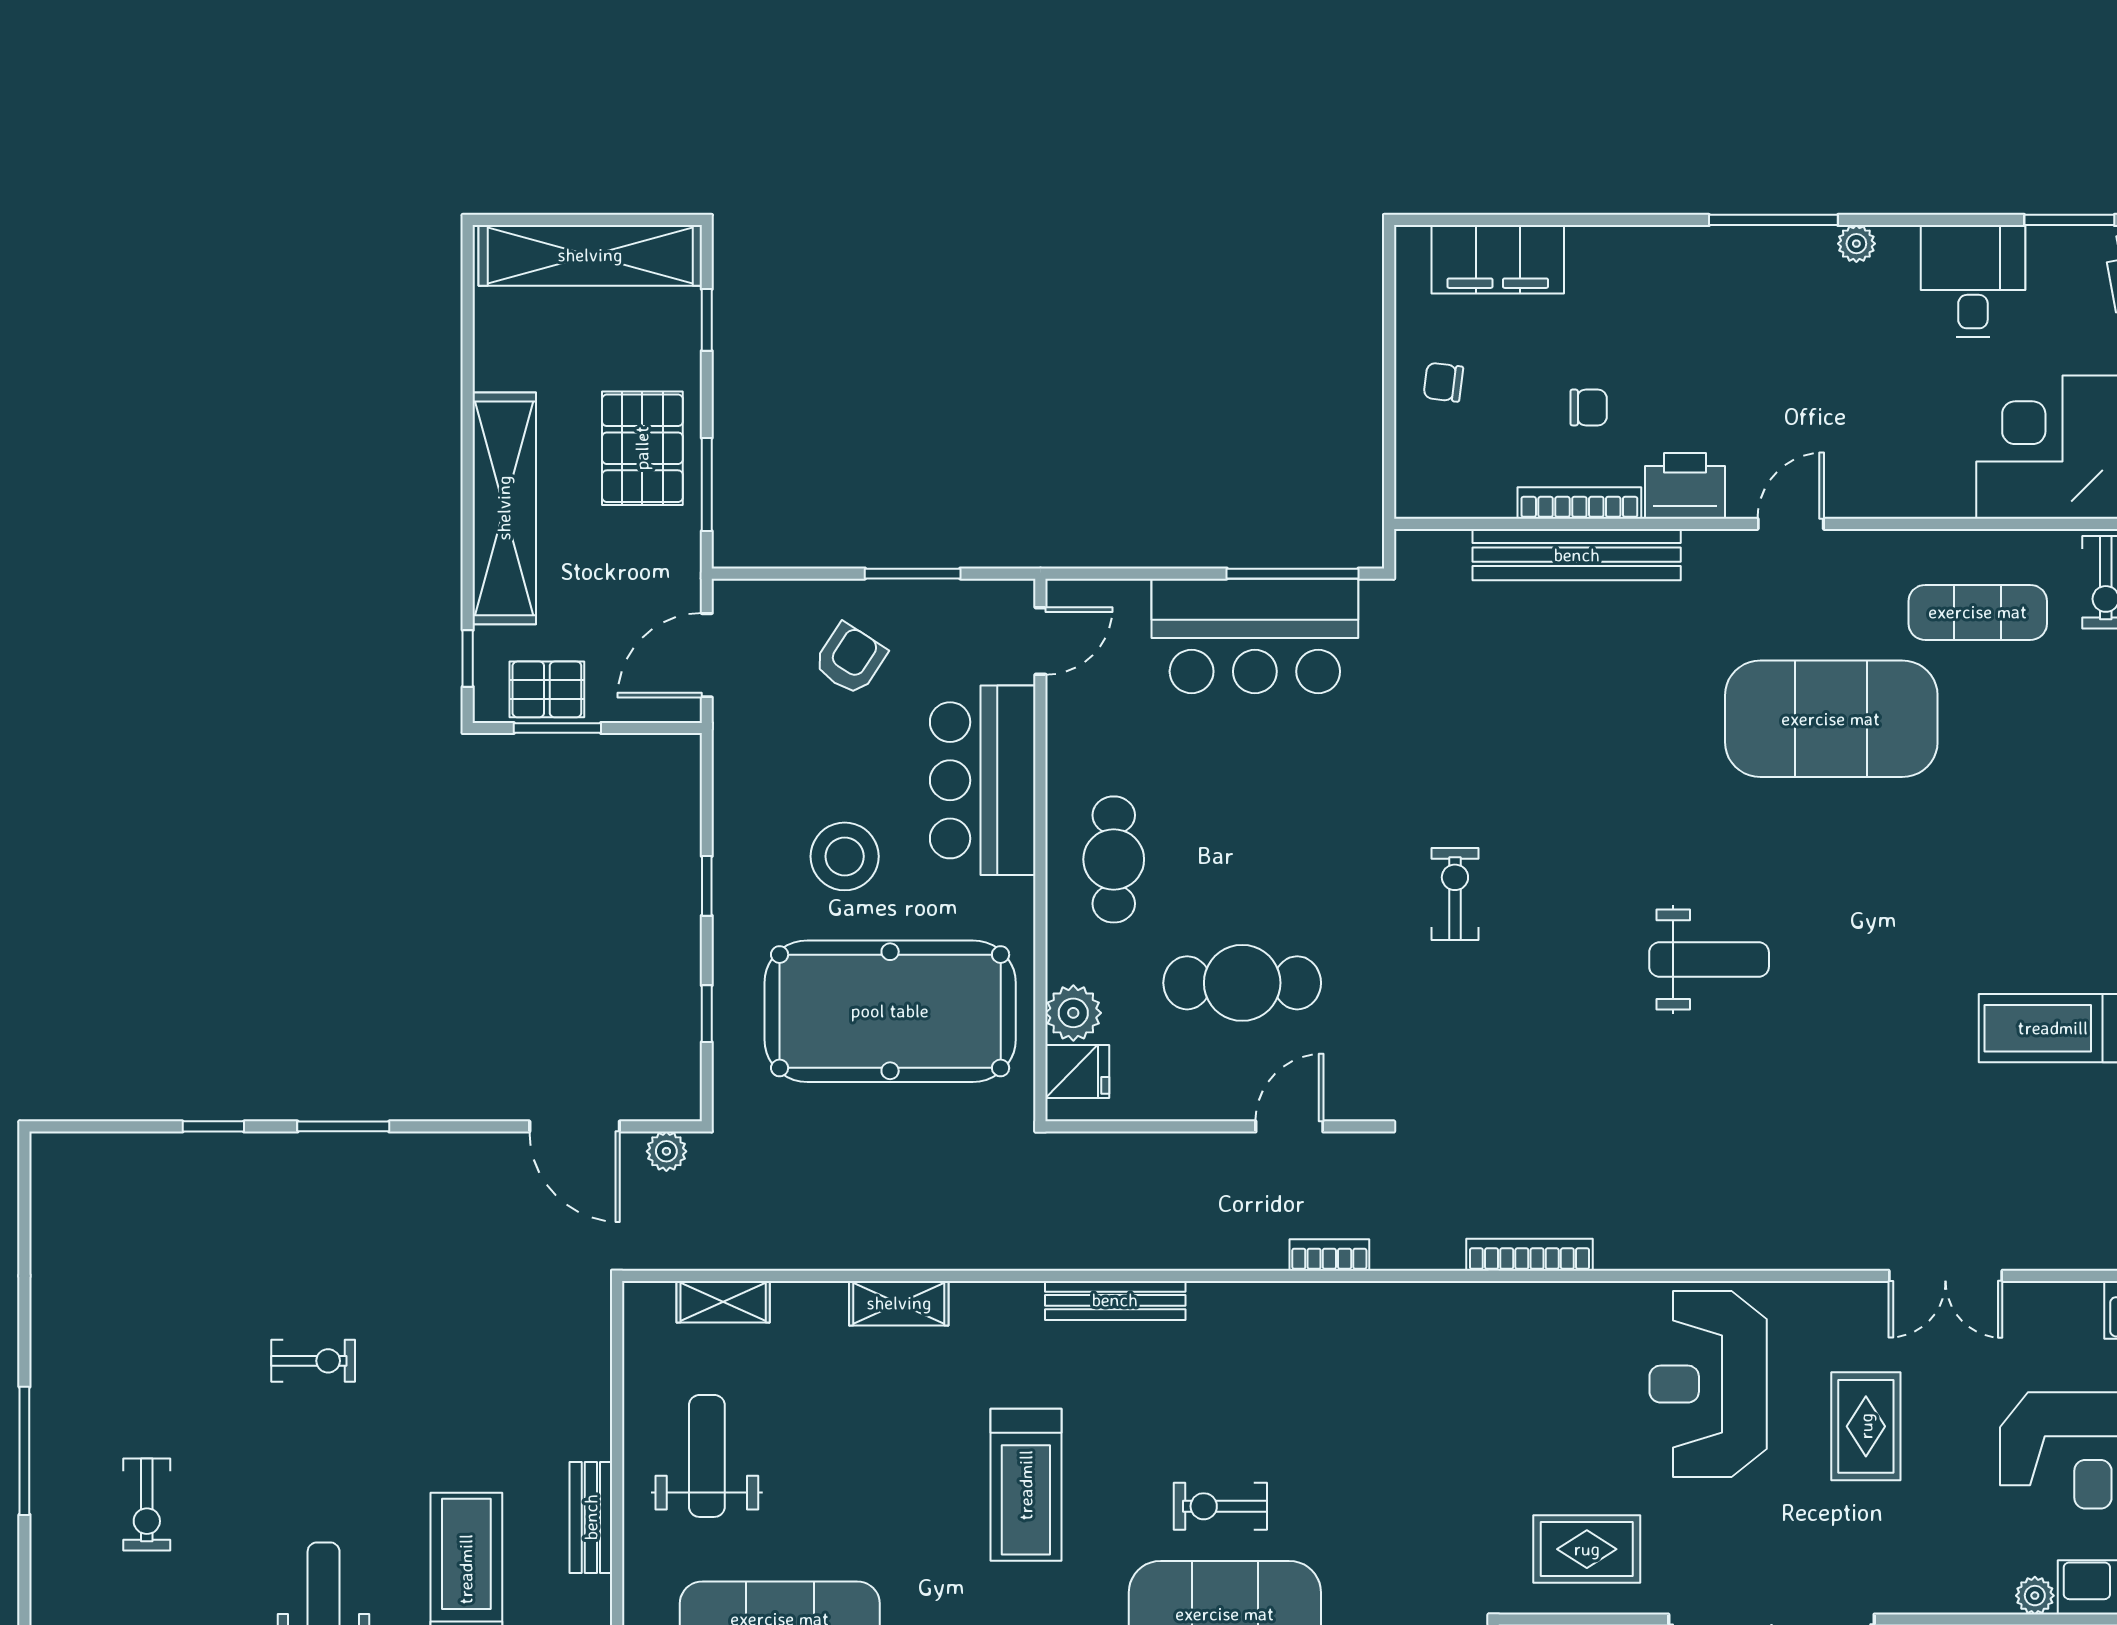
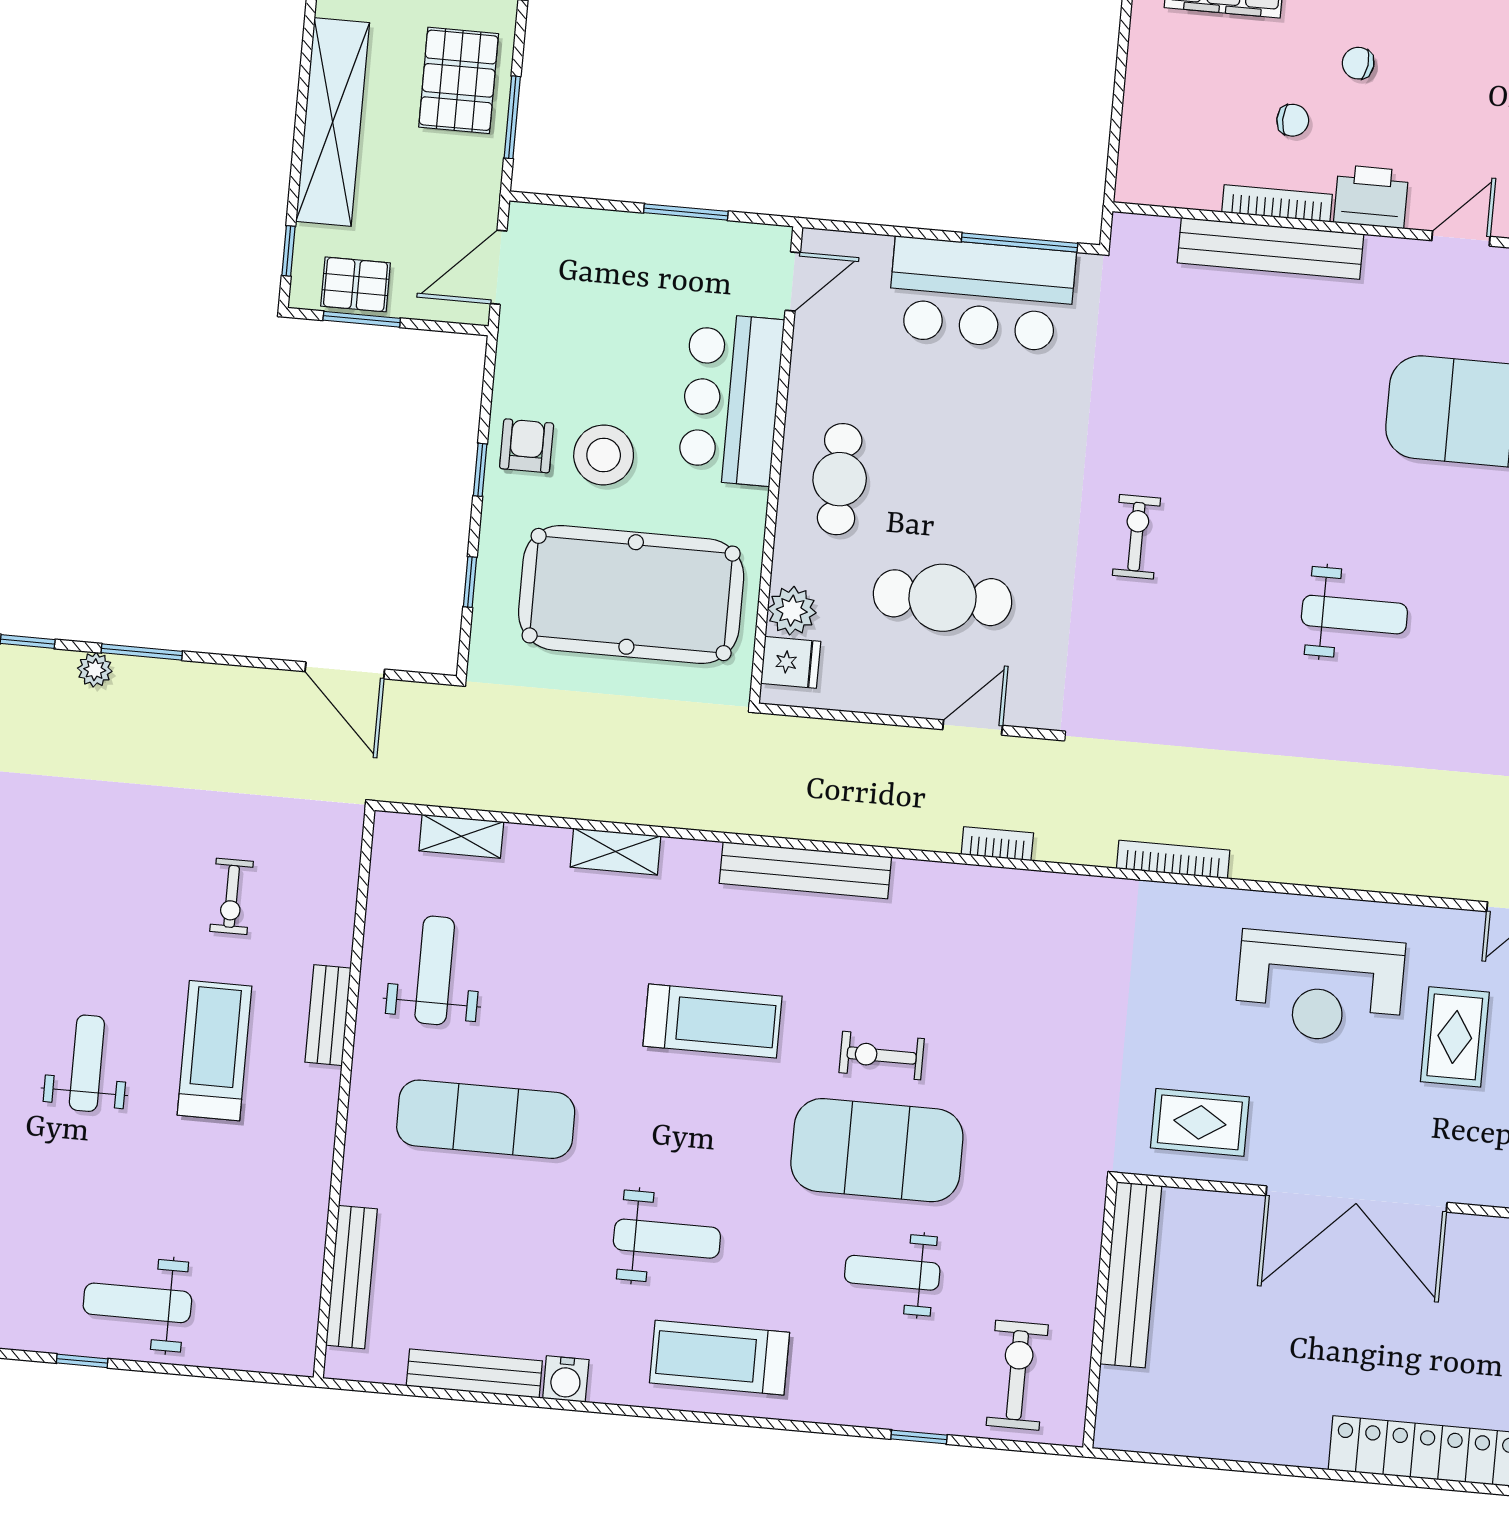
chair: (1443, 382) -> (1358, 63), moved
armchair: (850, 659) -> (527, 446), moved, turned -33
plant: (666, 1151) -> (95, 670), moved
bench: (1115, 1300) -> (805, 870), width x1.37, depth x1.21
exercise bike: (313, 1361) -> (232, 896), moved, turned 90
reception desk: (1708, 1384) -> (1320, 987), turned -90
treadmill: (1026, 1485) -> (713, 1021), turned -90

